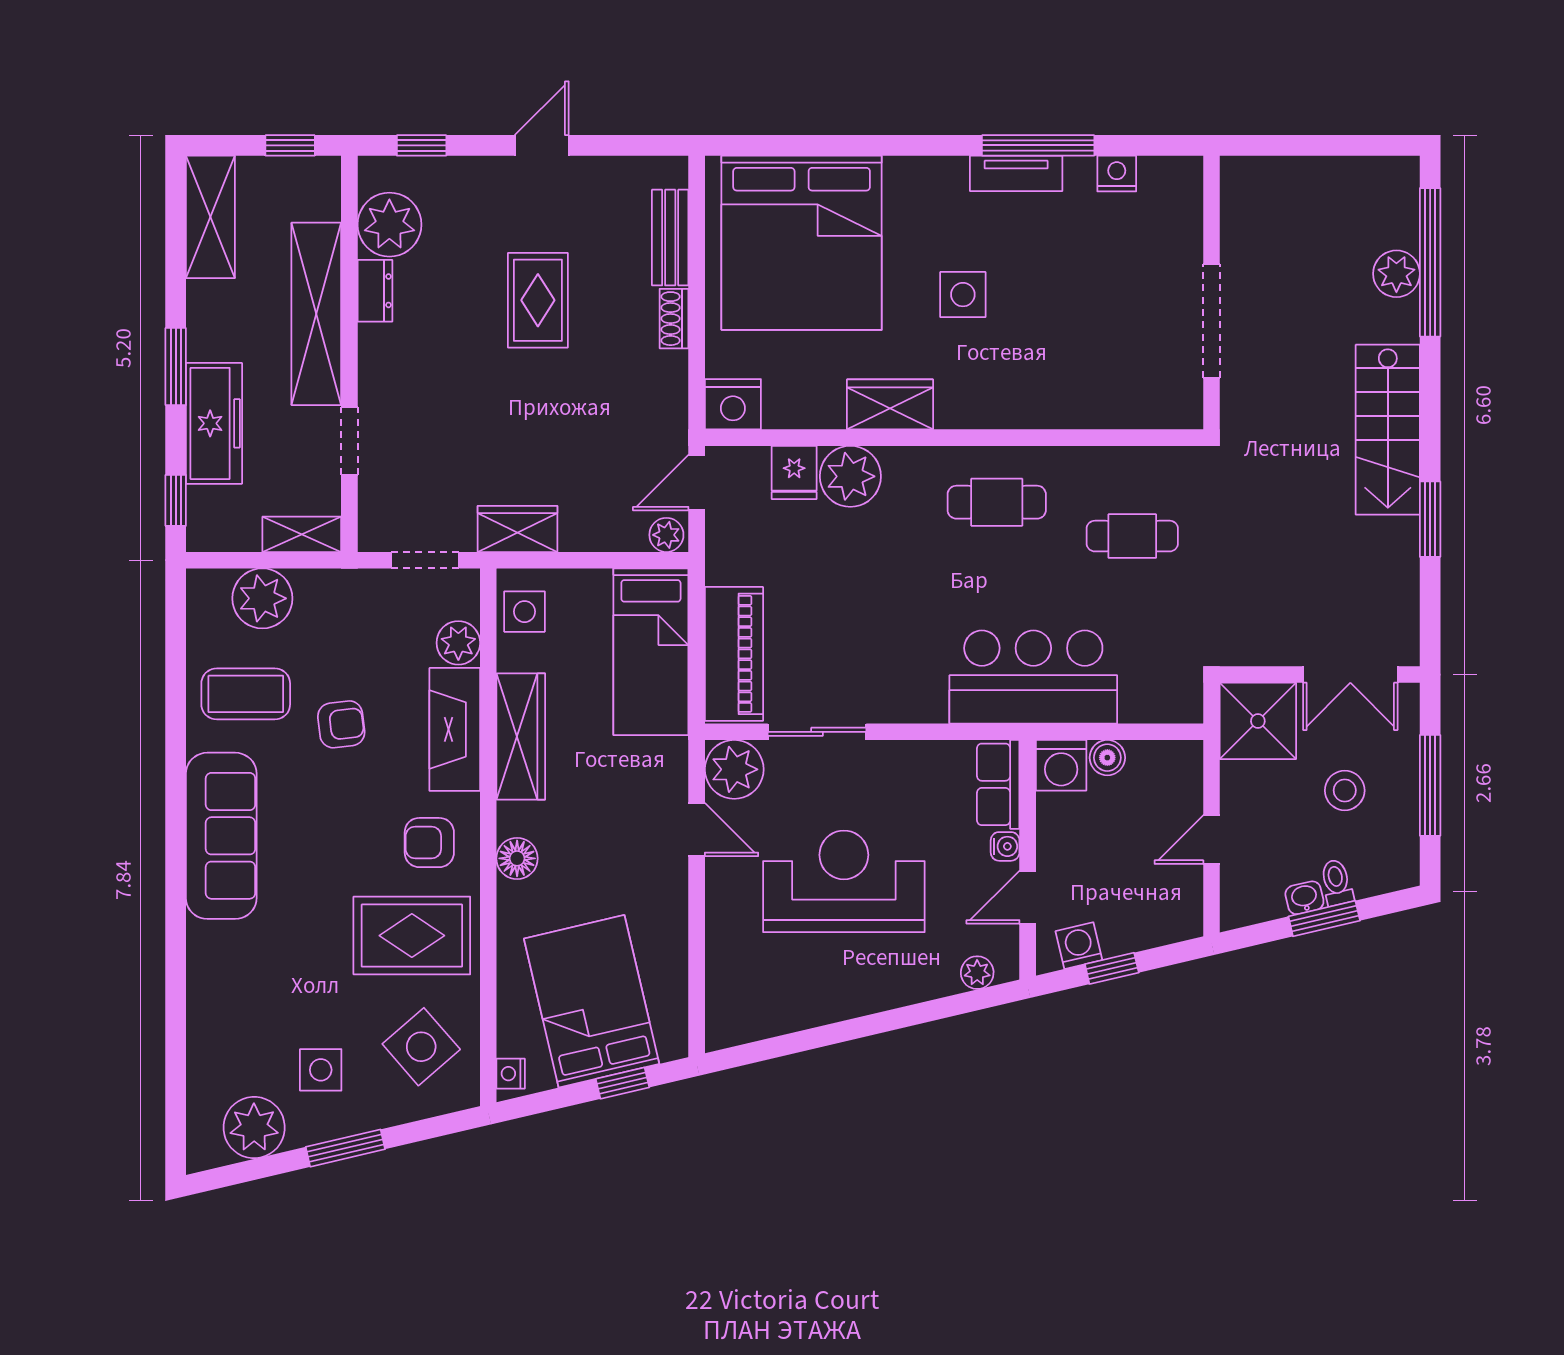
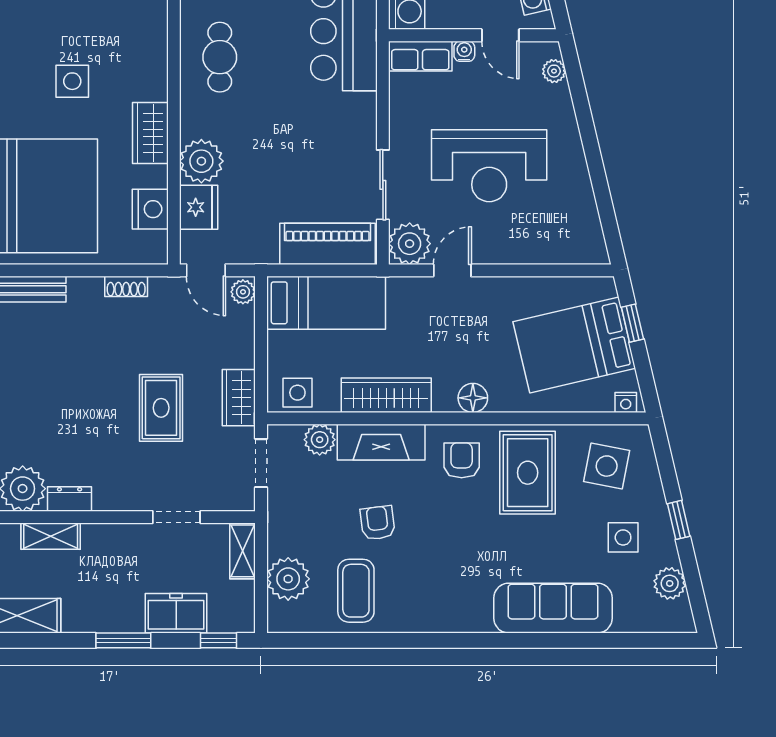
rug: (538, 300) -> (161, 408), moved, turned 90
shelving: (316, 314) -> (51, 536), width x0.45, depth x0.75
shoe rack: (674, 319) -> (126, 286), moved
nightstand: (733, 404) -> (150, 209), moved
freezer: (214, 423) -> (176, 613), width x0.71
fridge: (794, 473) -> (199, 207), width x1.38
sofa: (221, 836) -> (553, 608), moved
armchair: (429, 843) -> (462, 460), turned 180
reception desk: (844, 881) -> (489, 166), turned -90
side table: (421, 1047) -> (607, 466), turned -38
plant: (254, 1128) -> (670, 583), width x0.73, depth x0.73
window: (345, 1148) -> (679, 520), width x0.67

